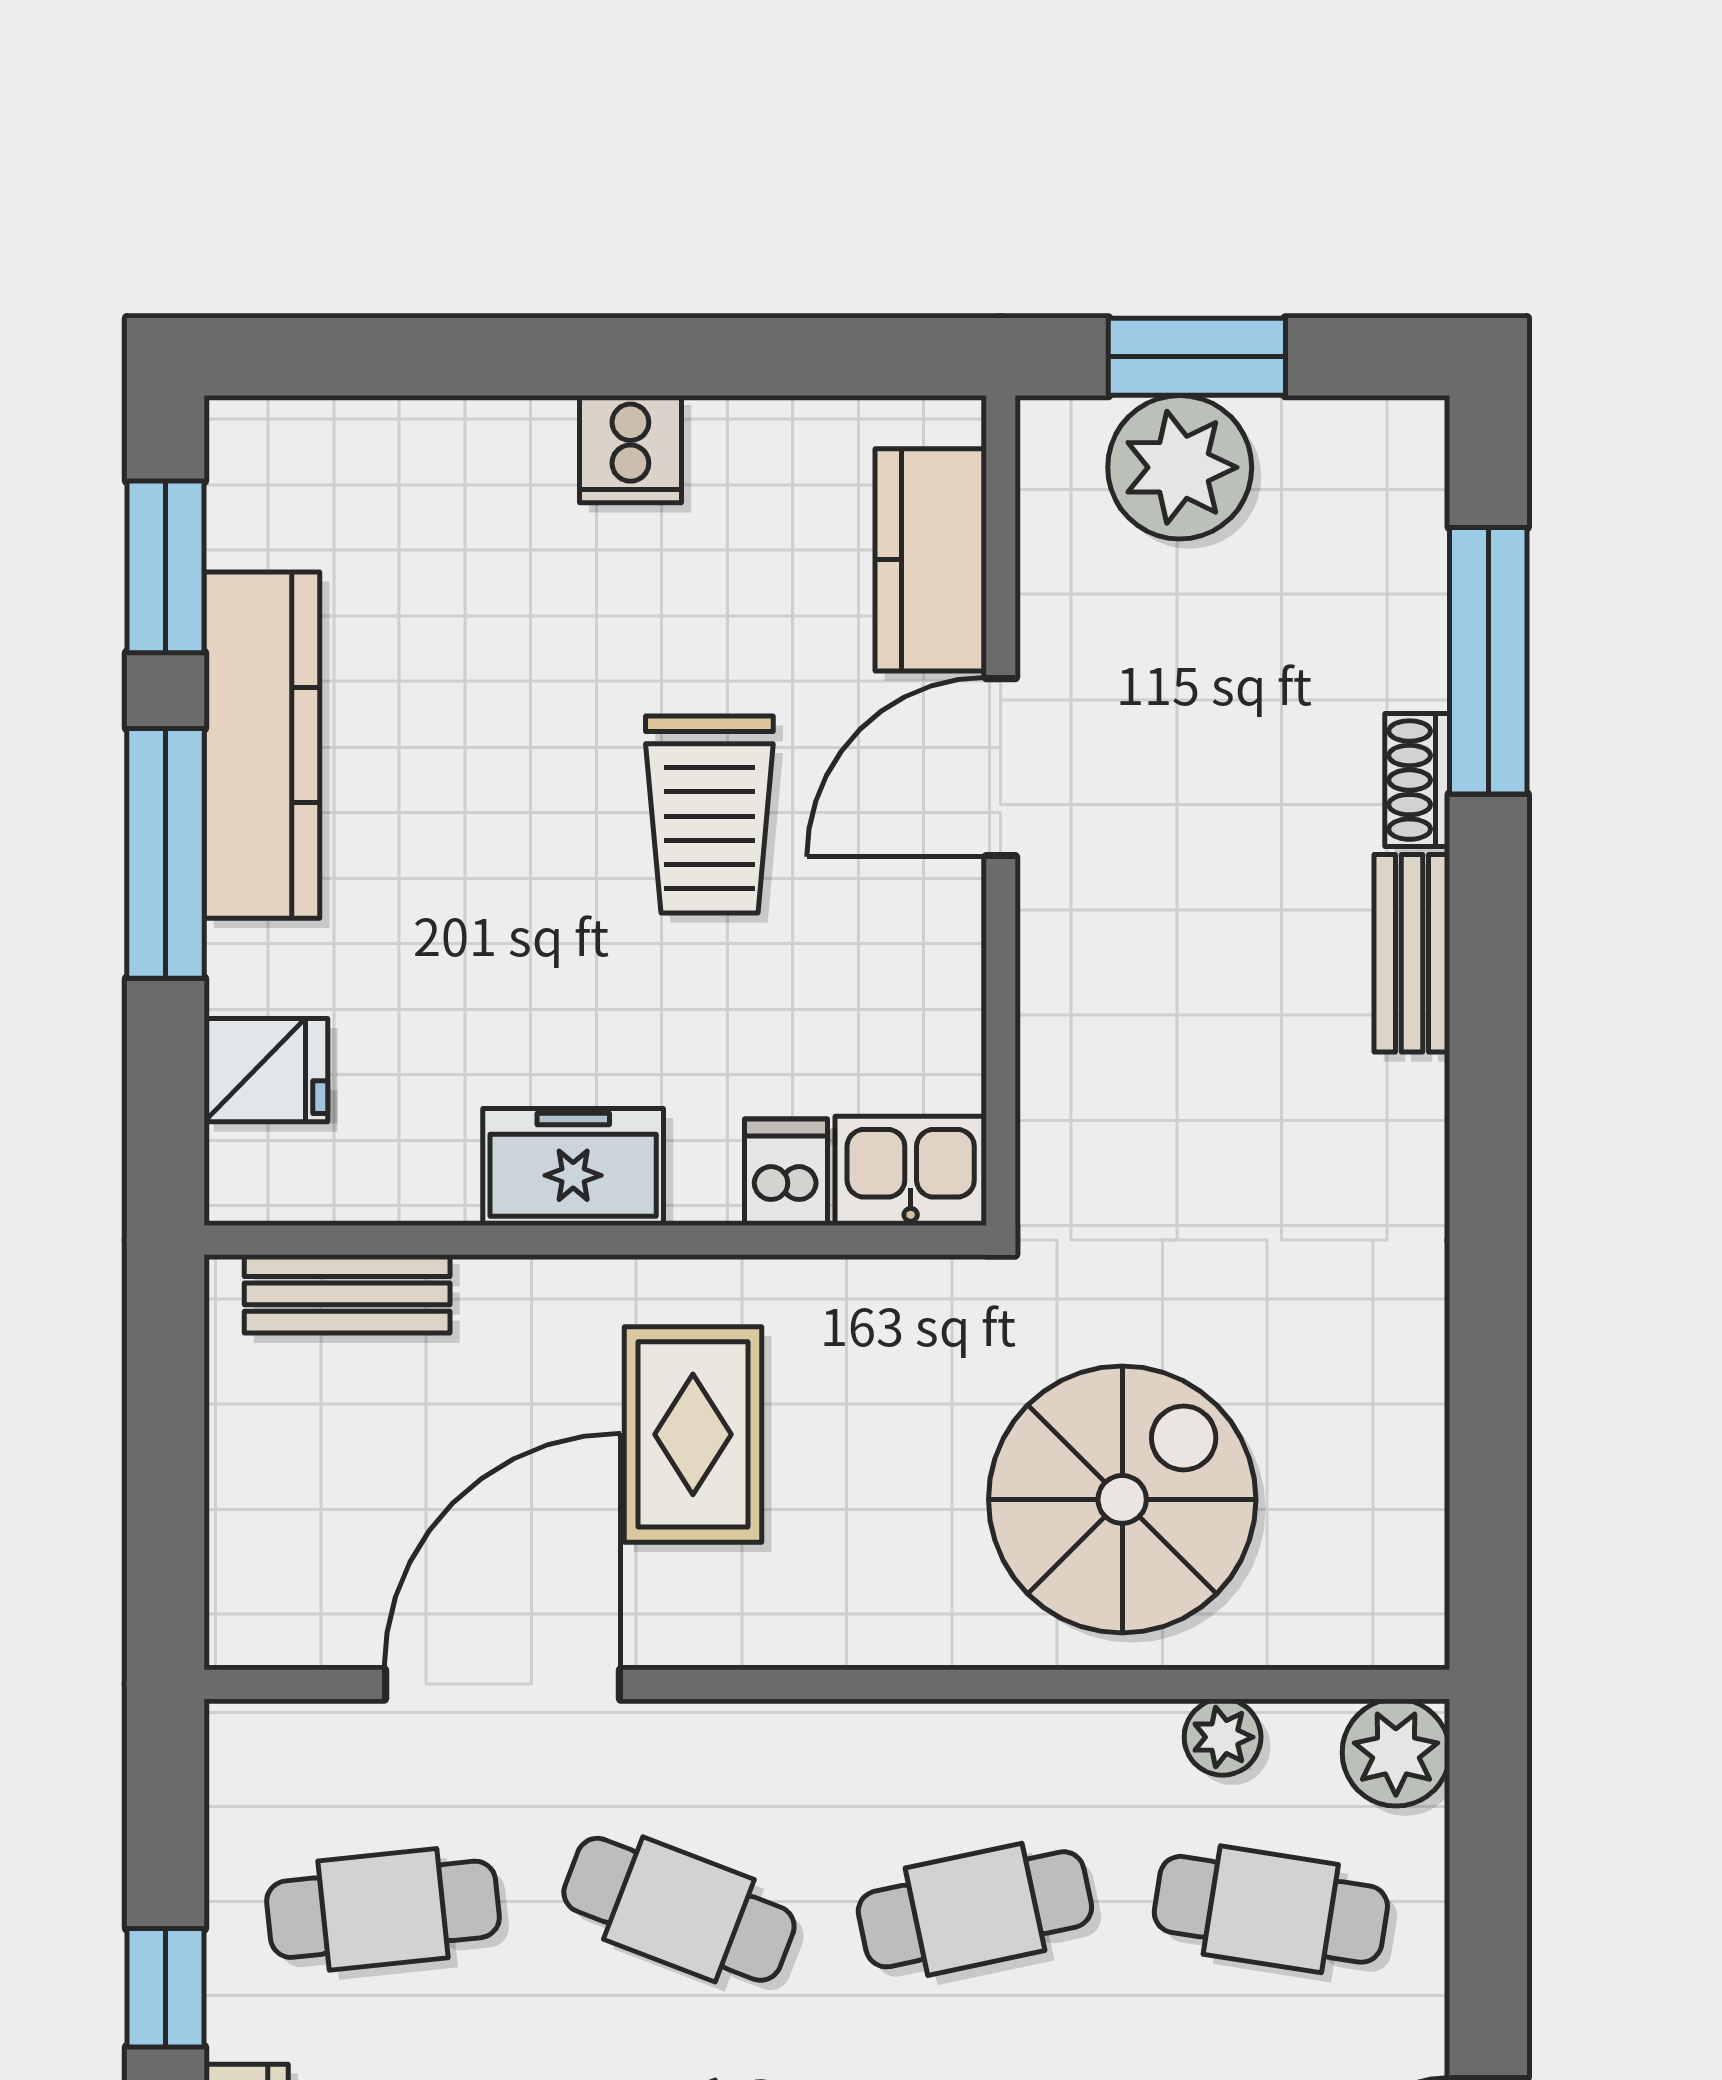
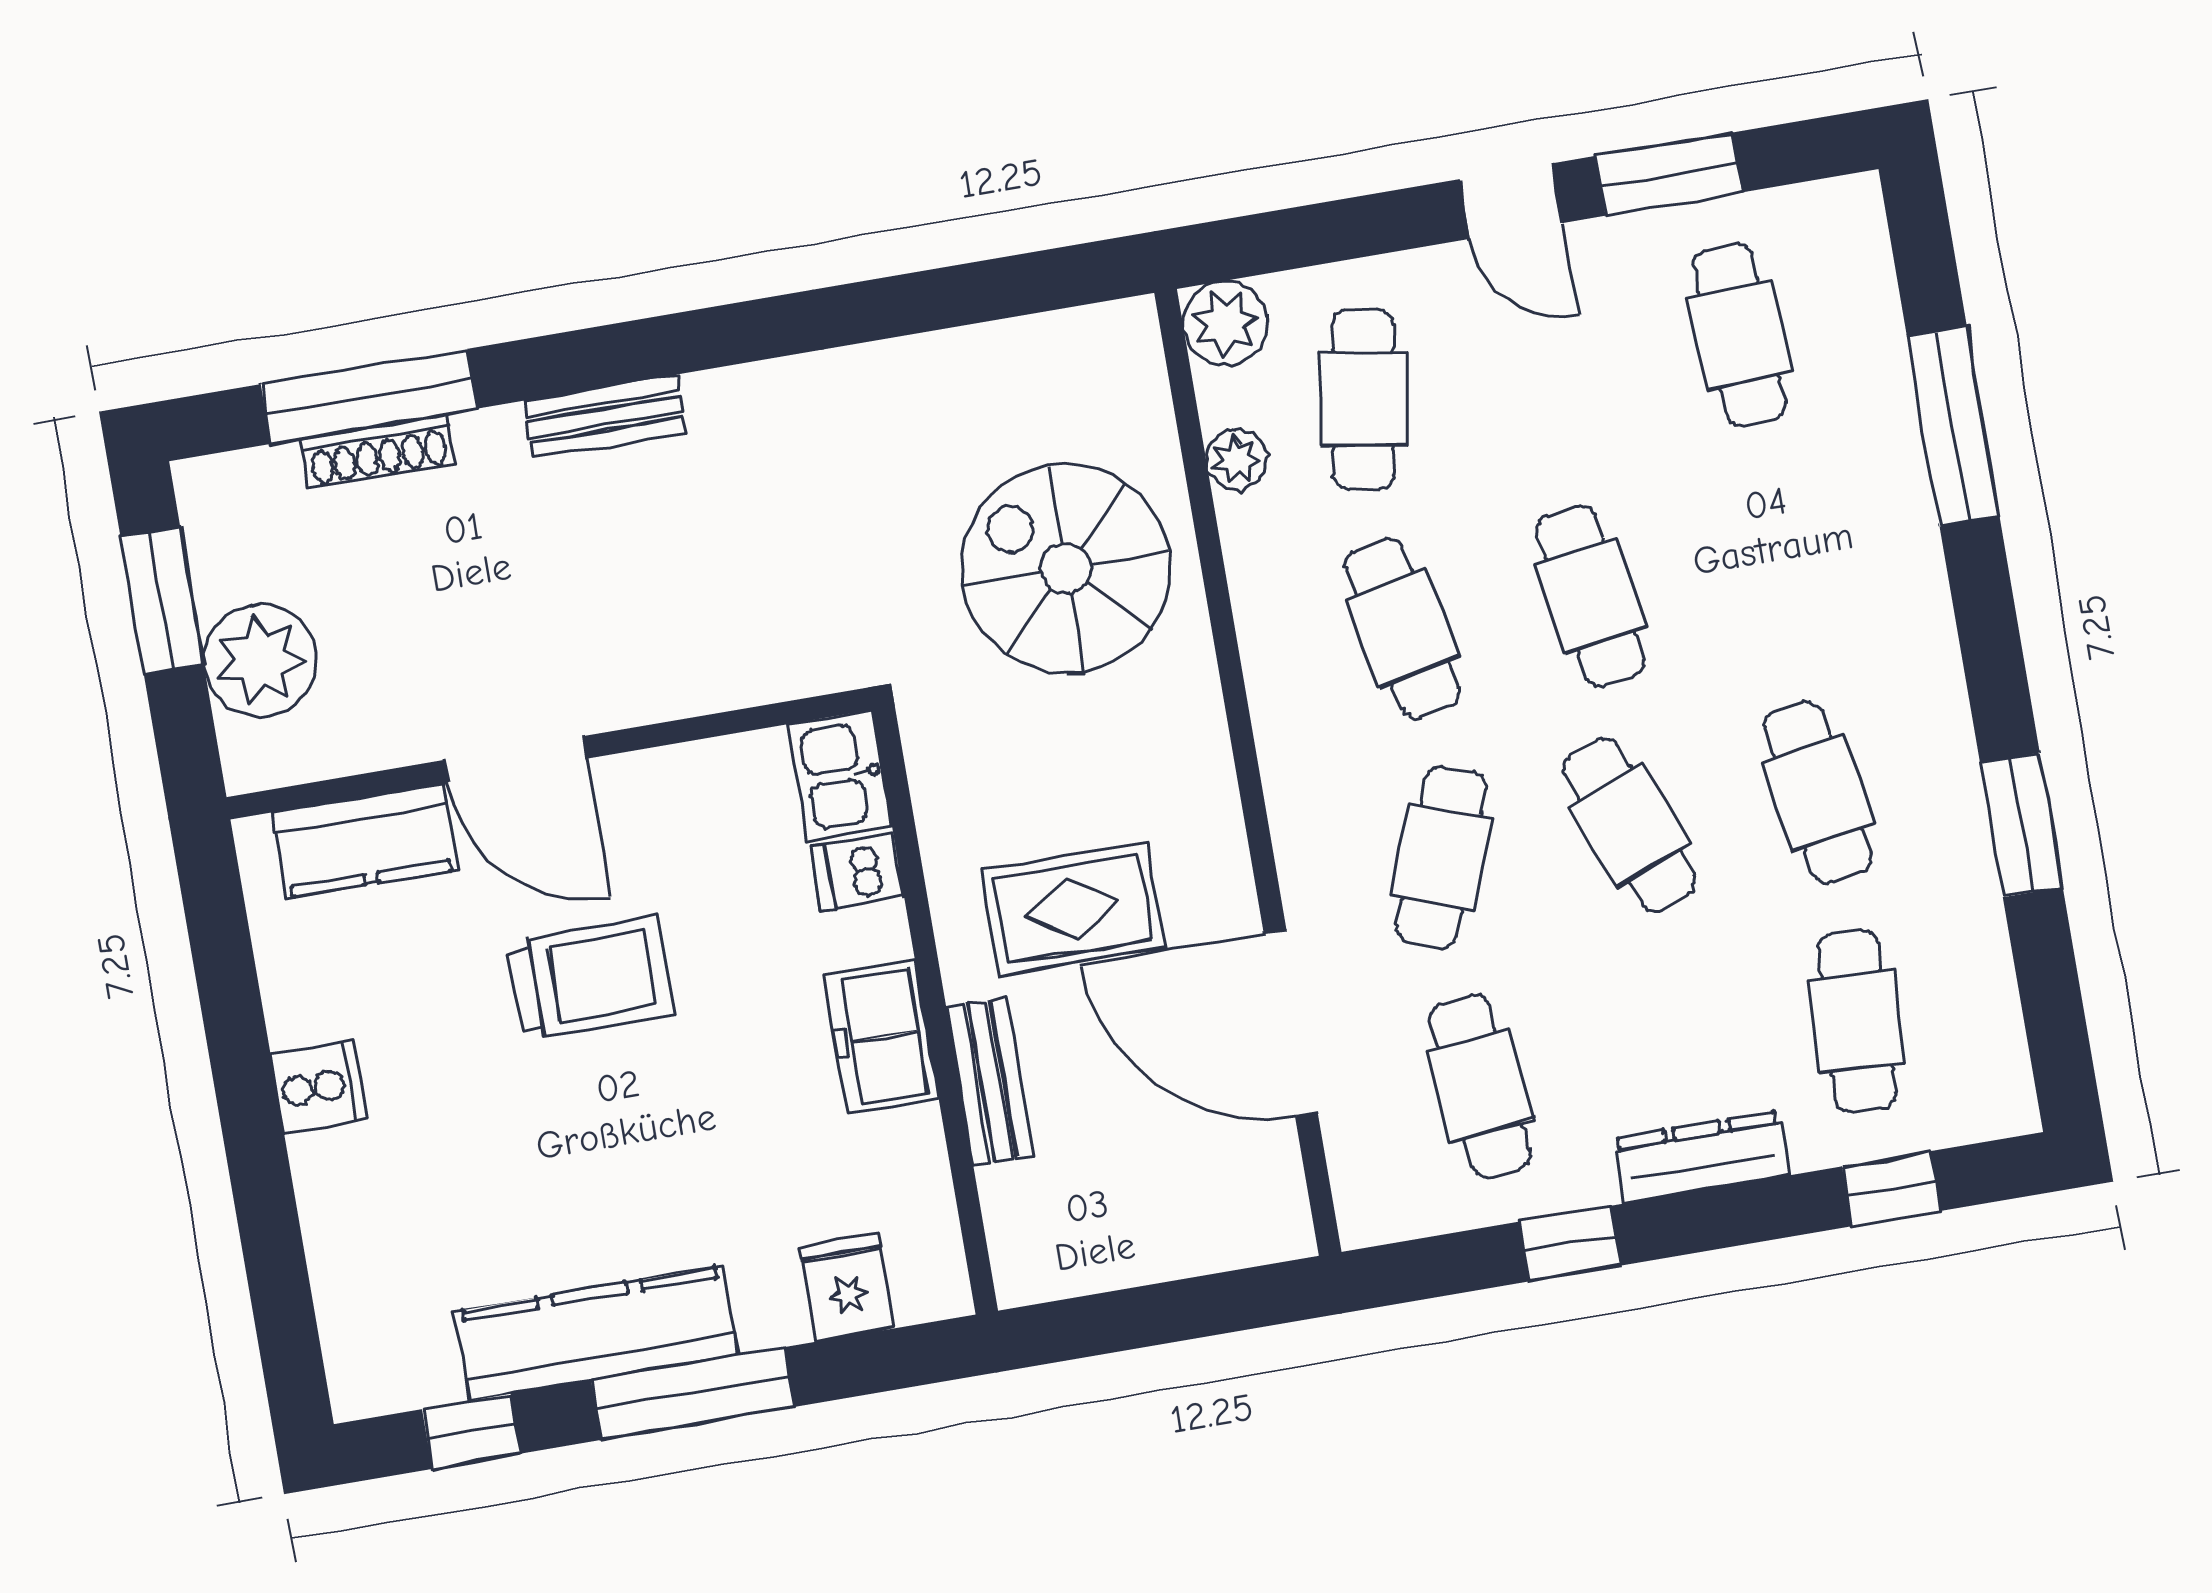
window: (1197, 357) -> (162, 601), moved
window: (166, 567) -> (471, 1431), width x0.67
shoe rack: (1417, 780) -> (378, 451), moved, width x1.43
bench: (347, 1294) -> (990, 1082), moved

